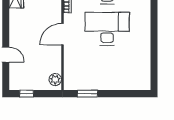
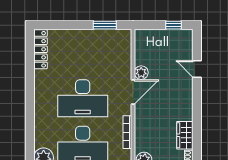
locker: (145, 72) -> (40, 49), added
plant: (55, 79) -> (141, 73), moved

